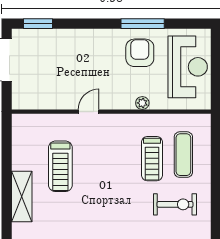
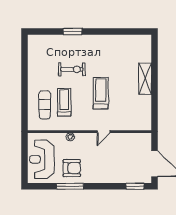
armchair: (140, 53) -> (72, 168), turned -90
treadmill: (60, 166) -> (101, 93), moved
exercise bike: (175, 204) -> (72, 69), moved, turned 180

